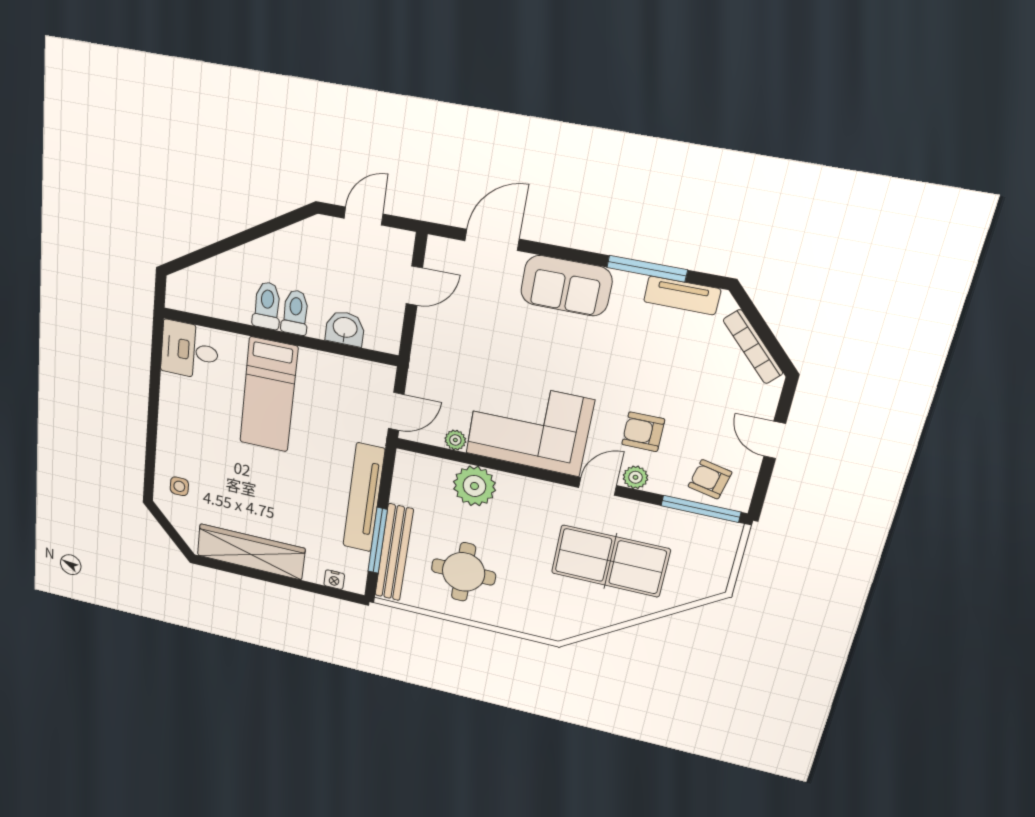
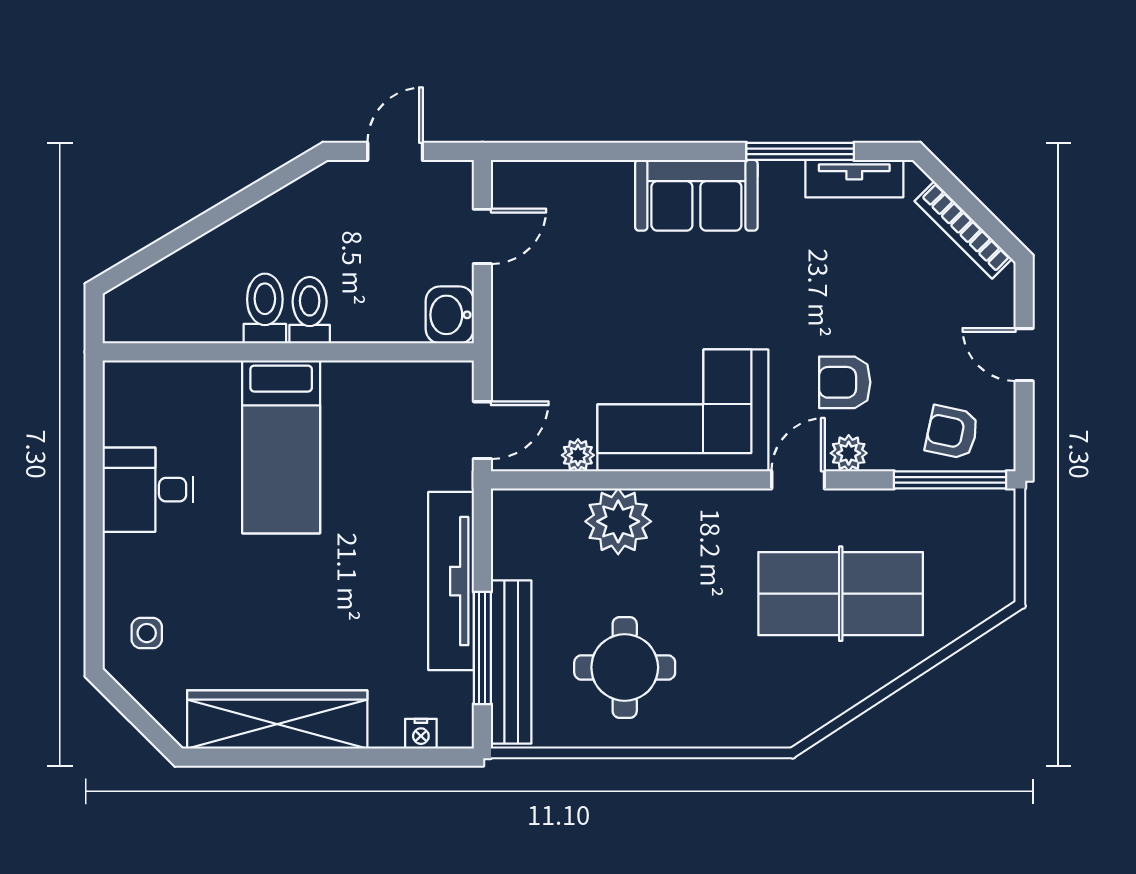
door: (492, 240) -> (583, 151), removed
washbasin: (345, 328) -> (450, 315), moved, turned -90
desk: (190, 350) -> (148, 490), moved

